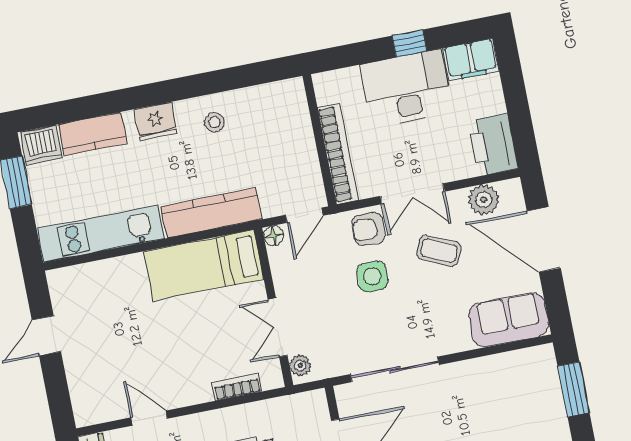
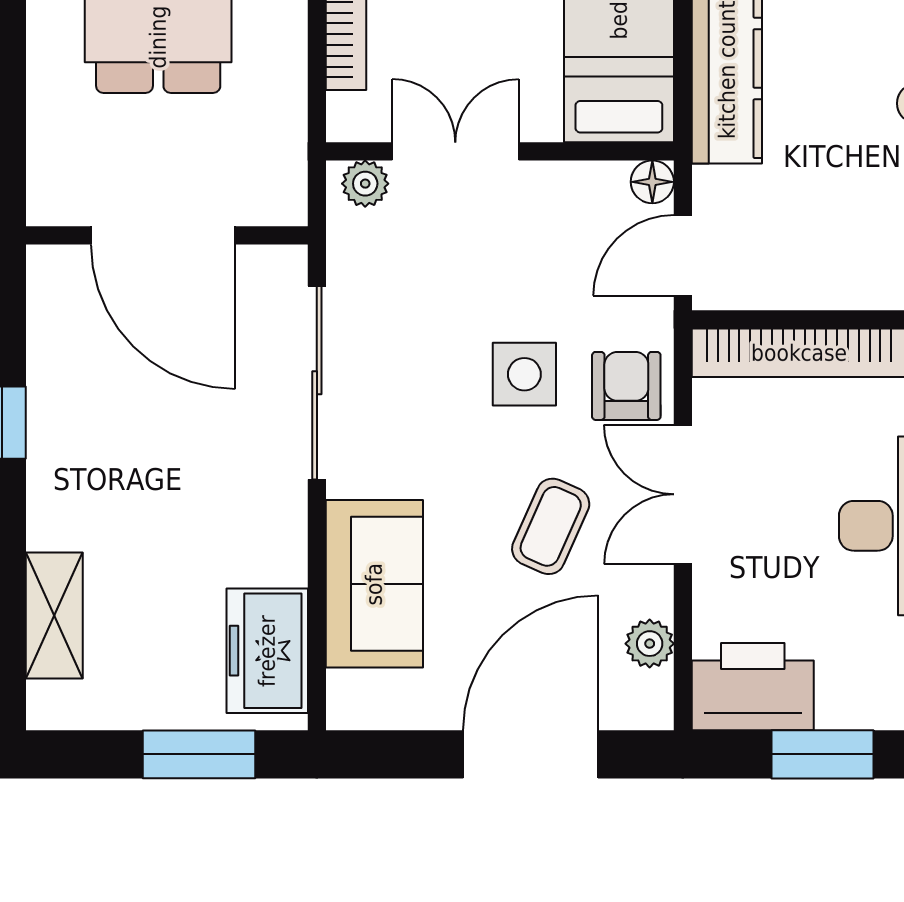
window: (518, 107) -> (823, 754), added
plant: (484, 200) -> (650, 644), width x0.73, depth x0.73
door: (304, 215) -> (683, 255), hinge flipped
sofa: (509, 320) -> (374, 584), moved
freezer: (520, 368) -> (267, 651), added

